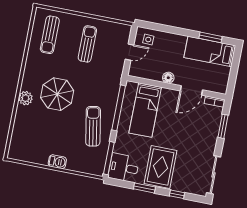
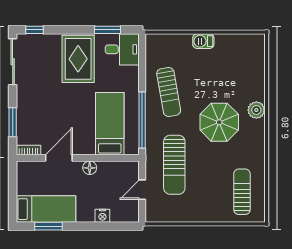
nightstand: (166, 37) -> (102, 216), added
side table: (148, 40) -> (123, 209), removed
sun lounger: (87, 44) -> (174, 165), moved, width x1.36, depth x1.34
window: (109, 158) -> (142, 57), removed
window: (144, 188) -> (108, 30), moved
window: (177, 194) -> (34, 30), moved

